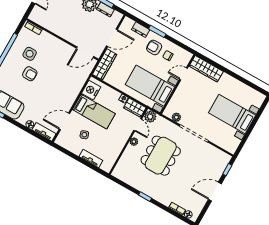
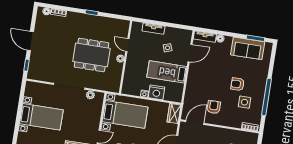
armchair: (61, 60) -> (214, 107), added
wardrobe: (105, 64) -> (174, 113), width x0.67
nightstand: (91, 90) -> (157, 92), moved, turned 90
wardrobe: (135, 108) -> (131, 89), removed
plant: (150, 117) -> (114, 87), removed
door: (138, 125) -> (127, 45), moved
dining table: (161, 156) -> (91, 55), turned 90
door: (215, 192) -> (30, 41), swing flipped

